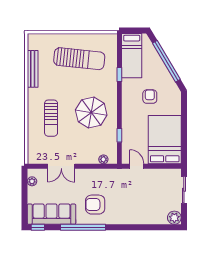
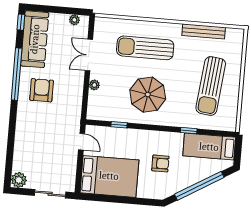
sun lounger: (51, 118) -> (145, 48), width x1.36, depth x1.34
plant: (103, 159) -> (94, 85), moved
door: (137, 166) -> (82, 142), hinge flipped

